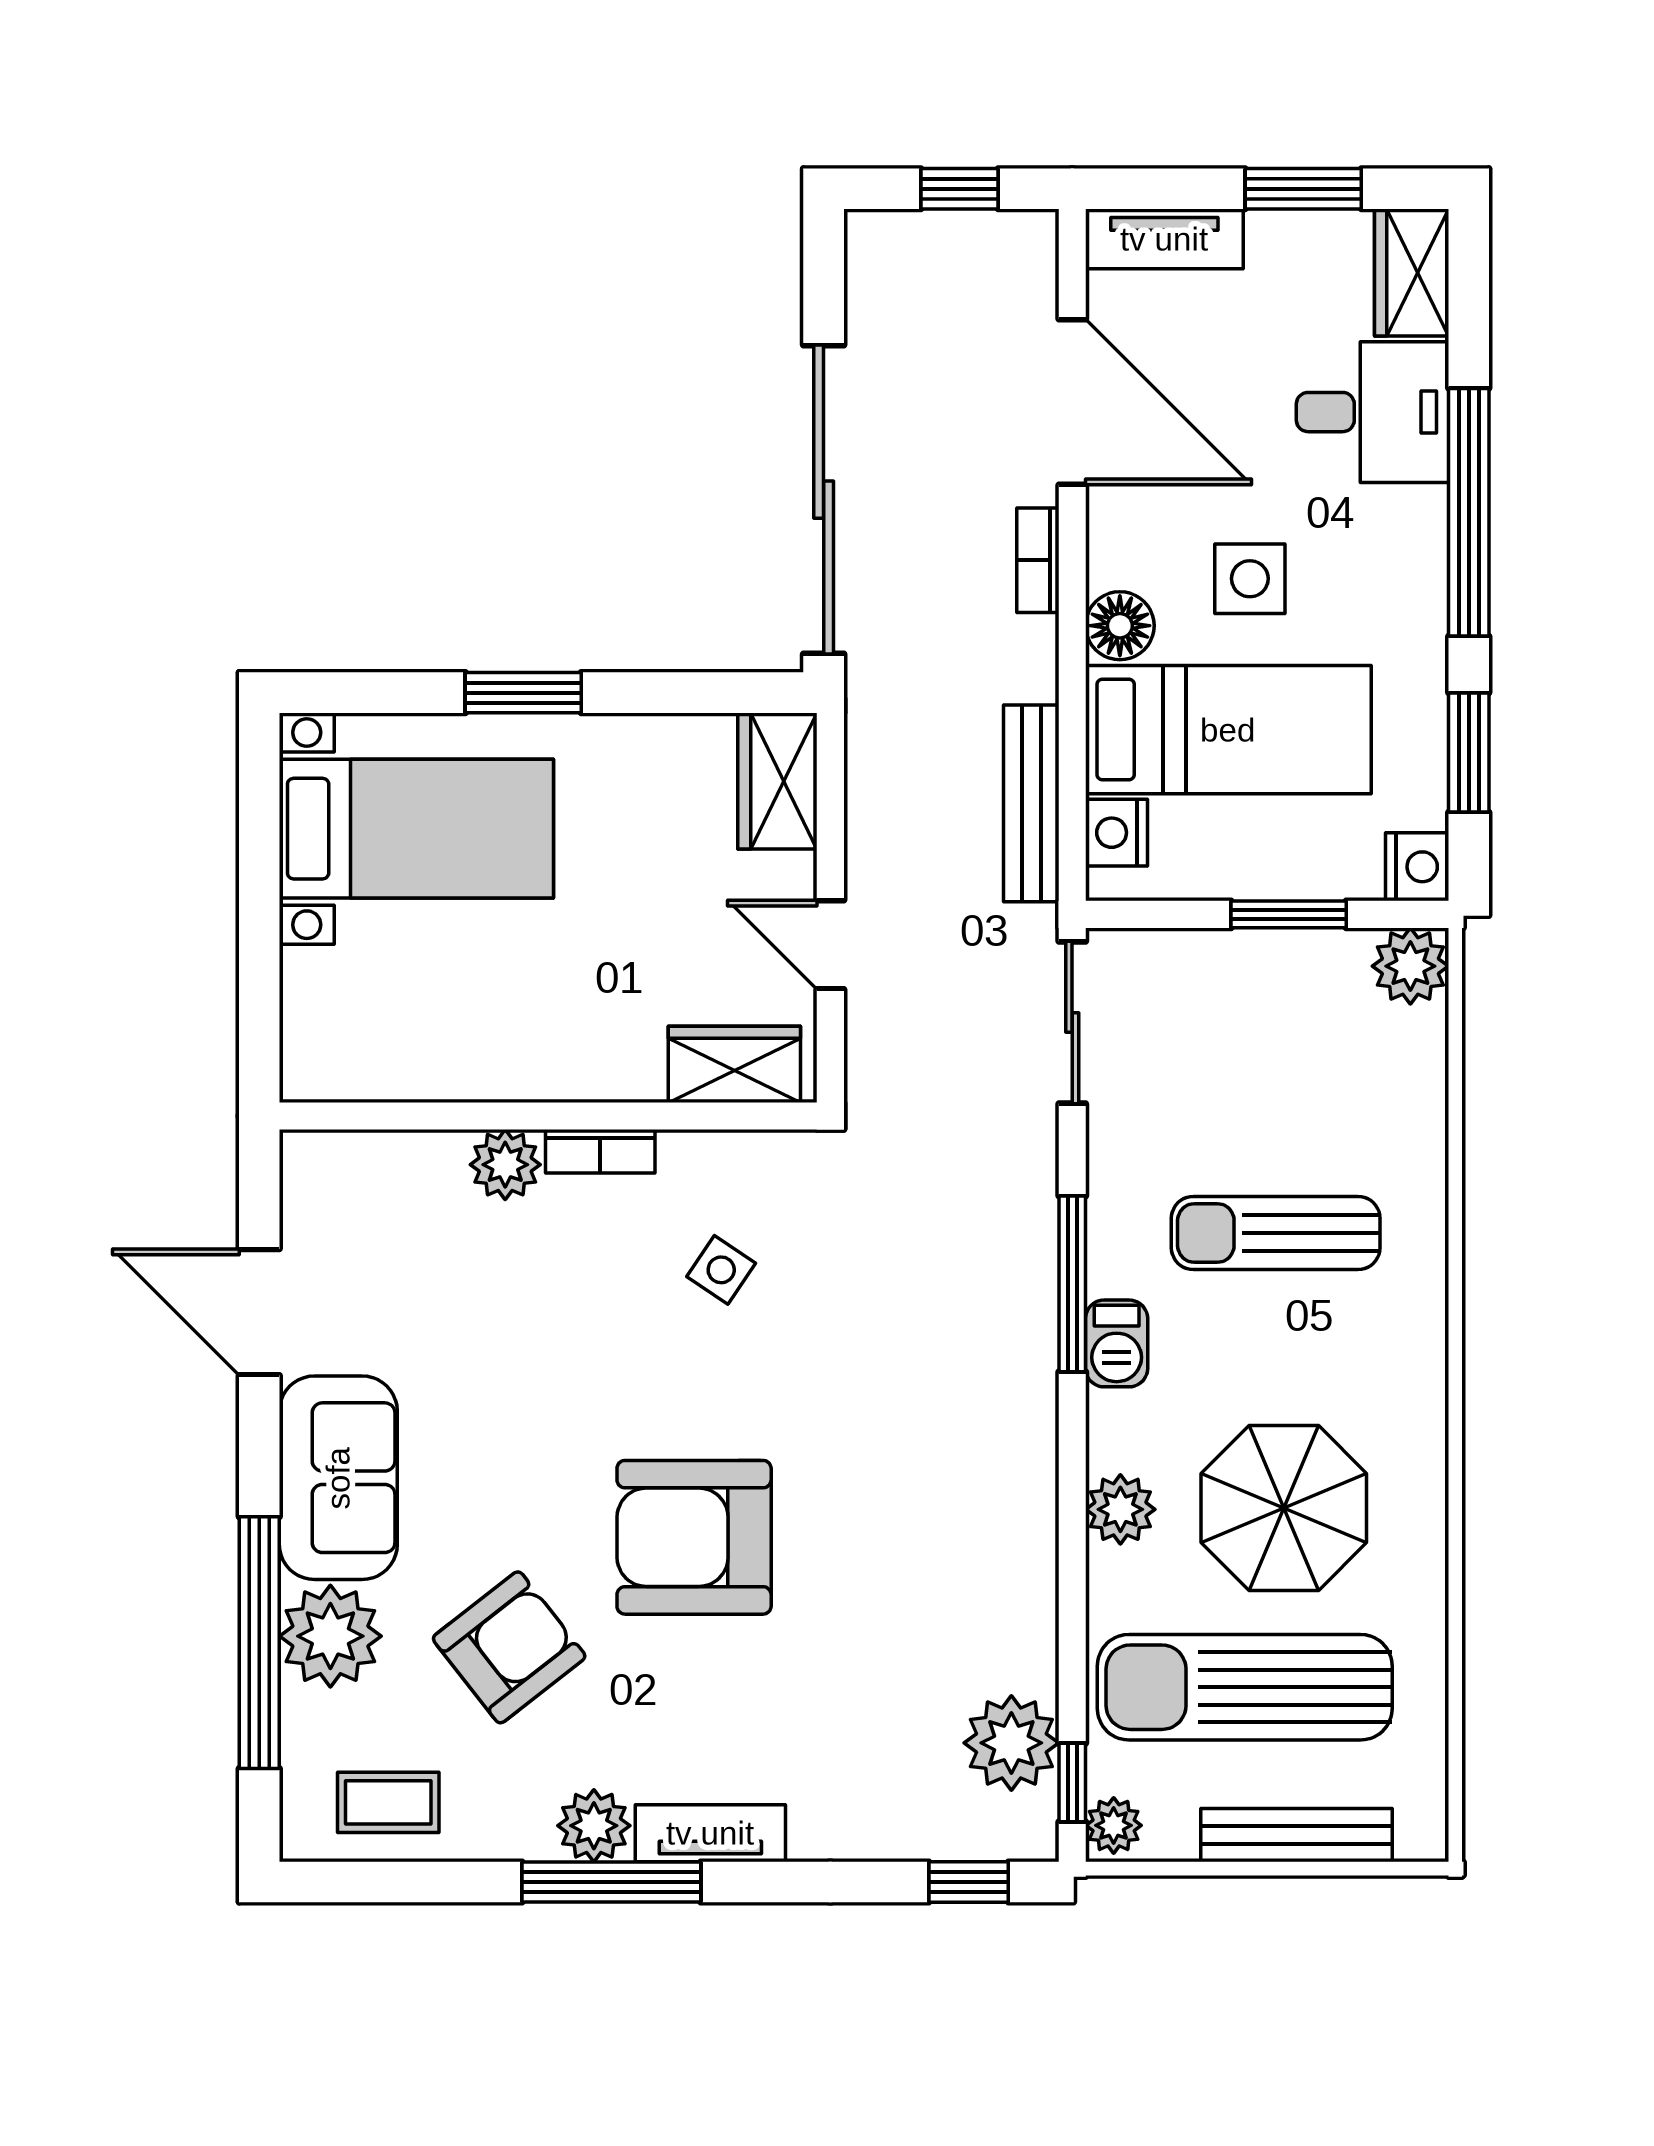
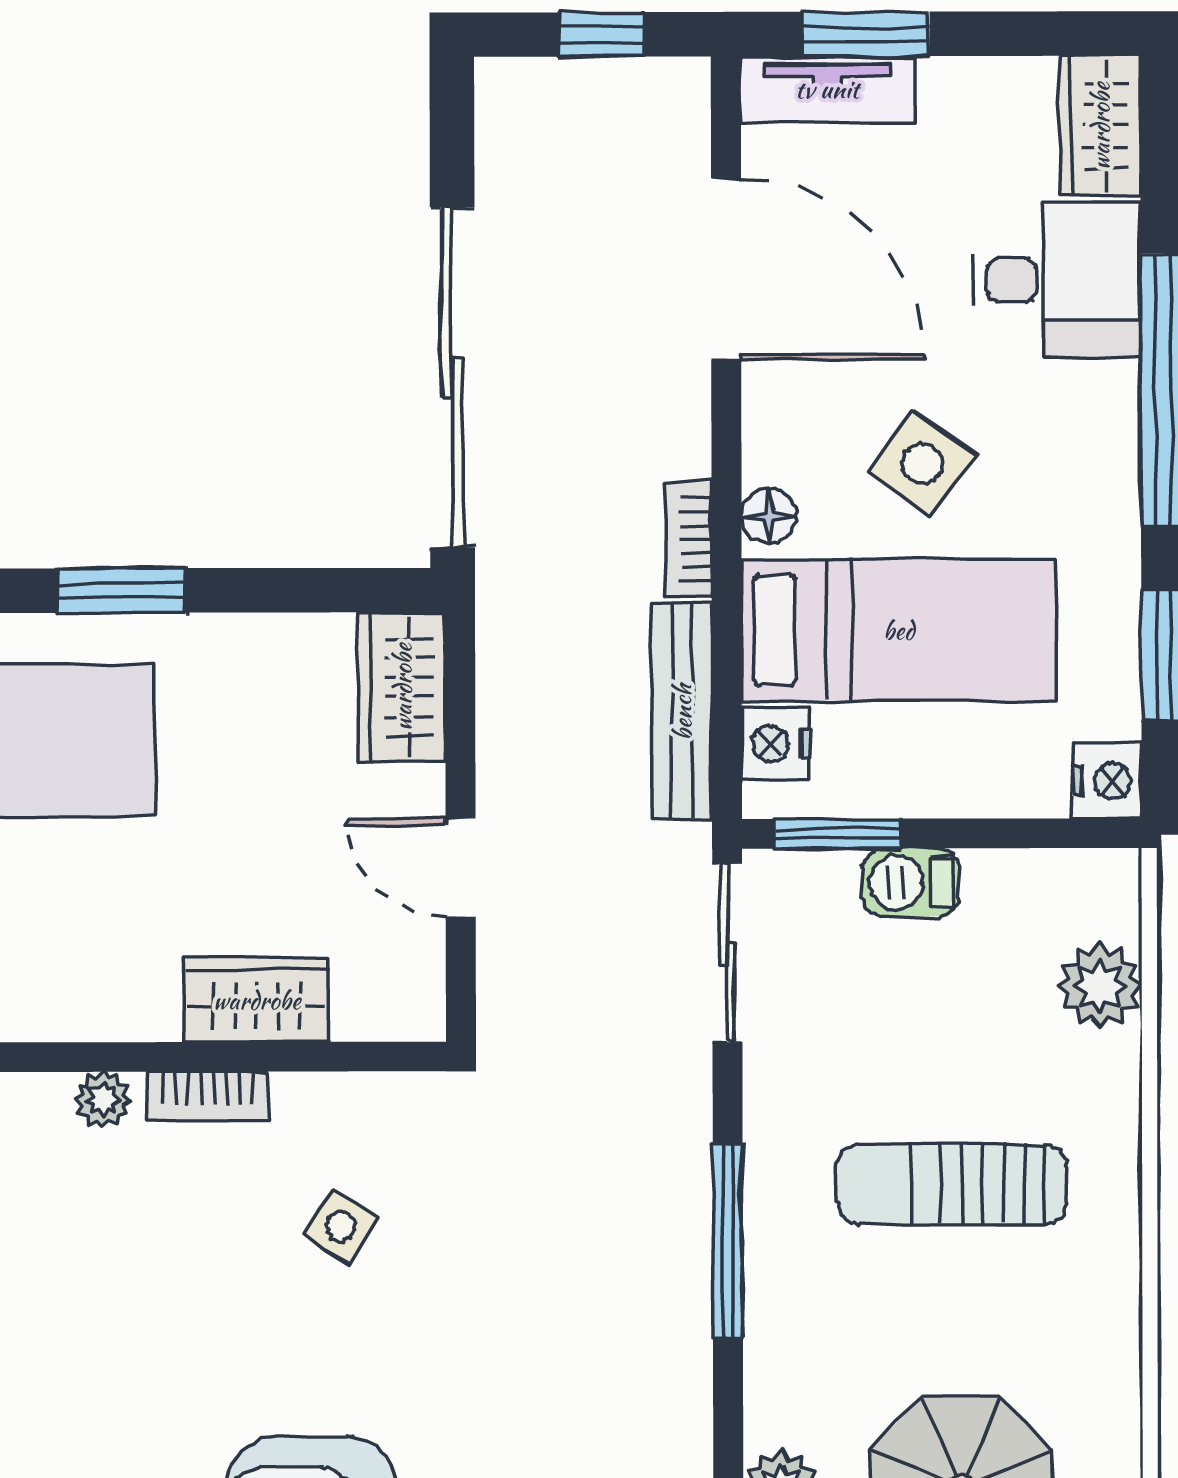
window: (1303, 189) -> (866, 34), moved
bookcase: (1038, 560) -> (689, 539), moved
side table: (1250, 579) -> (922, 464), turned 36
floor lamp: (1120, 626) -> (769, 516), width x0.73, depth x0.73
window: (1289, 914) -> (838, 834), moved
plant: (1410, 966) -> (1100, 986), moved
wardrobe: (734, 1064) -> (257, 1000), moved
plant: (505, 1165) -> (103, 1100), width x0.73, depth x0.73
barbecue: (1117, 1343) -> (911, 882), moved, turned 90

